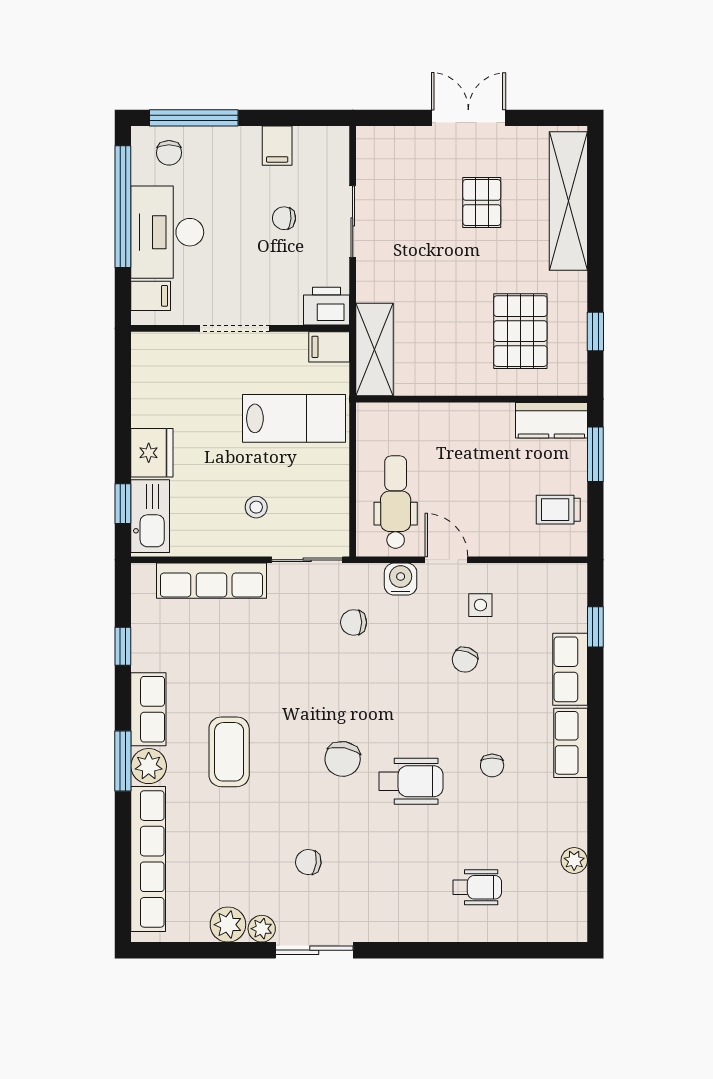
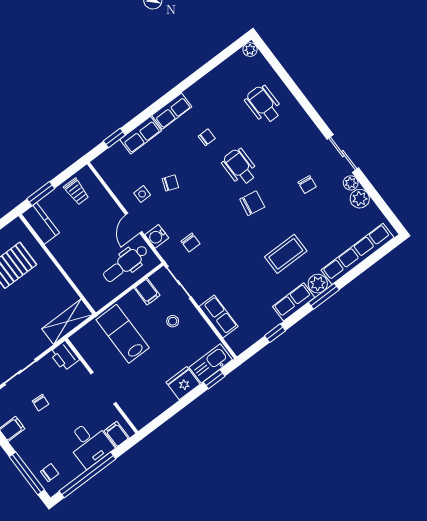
desk: (167, 232) -> (89, 444), width x0.73
filing cabinet: (329, 347) -> (147, 292), moved
row of seats: (211, 581) -> (218, 317), width x0.68
plant: (574, 860) -> (250, 50), moved
wheelchair: (477, 887) -> (263, 104), width x1.36, depth x1.37

